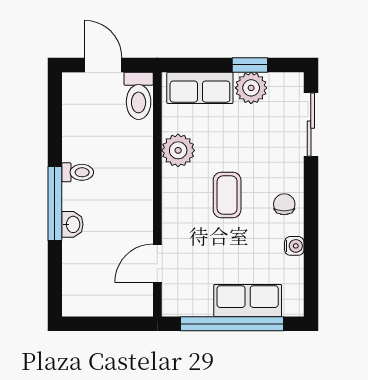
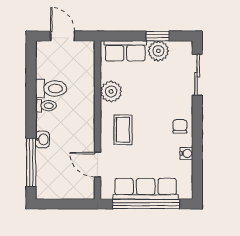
toilet: (139, 96) -> (51, 89), moved, turned -90
coffee table: (227, 195) -> (123, 130), moved
window: (55, 203) -> (31, 162), moved
door: (157, 263) -> (98, 165), hinge flipped
row of seats: (248, 300) -> (146, 189), width x1.48

